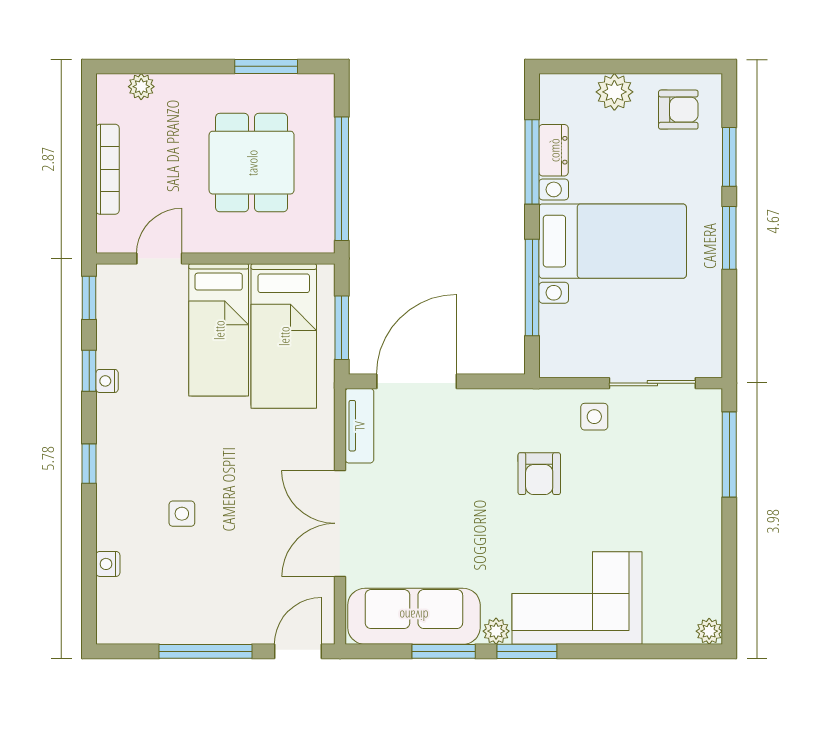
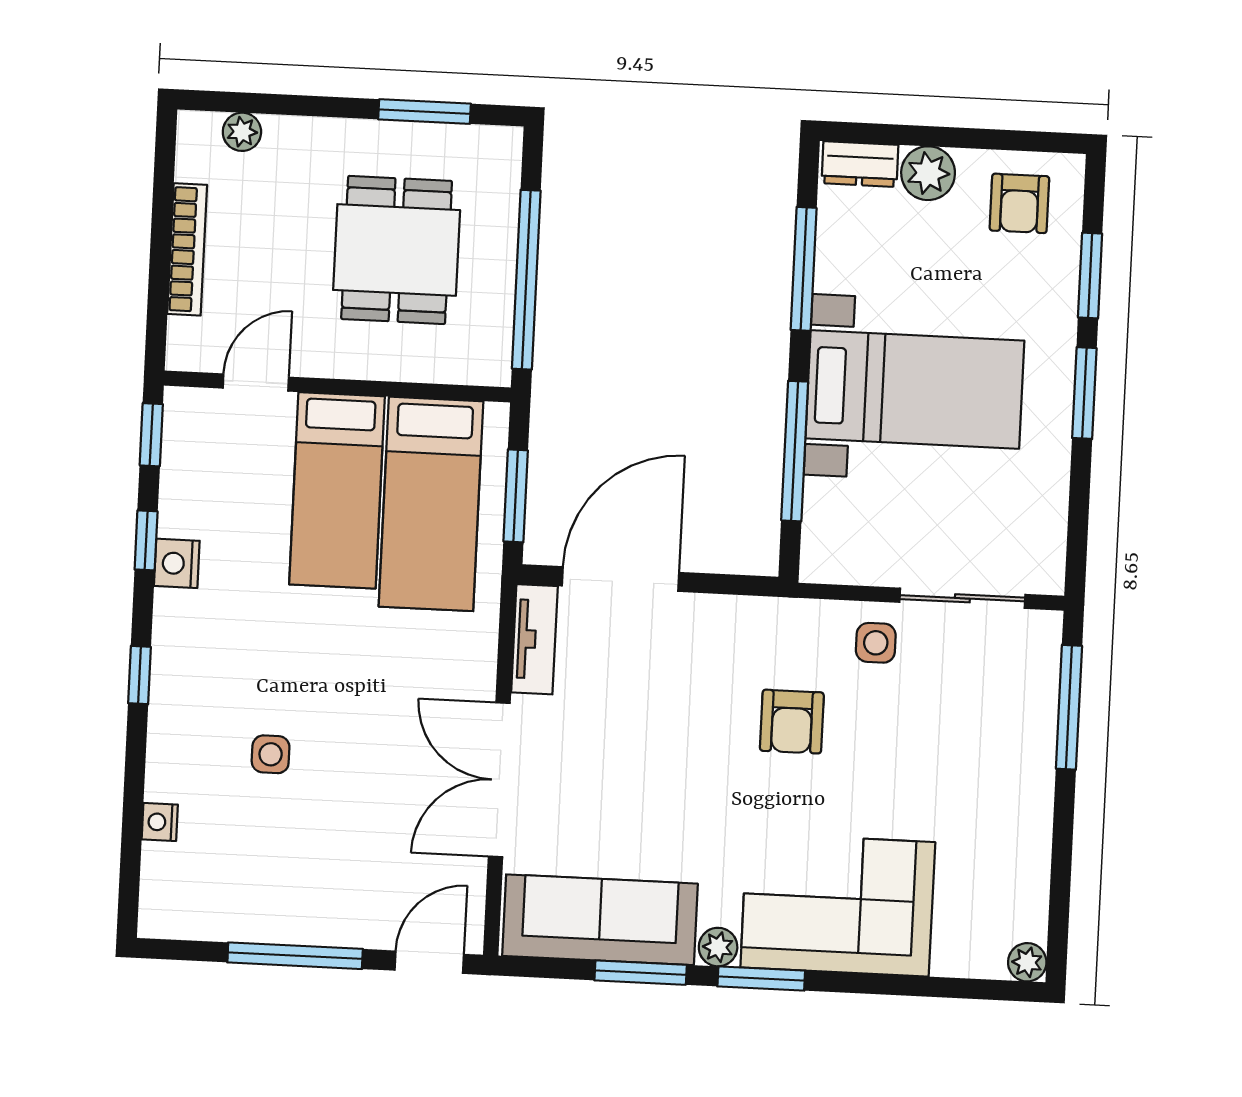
armchair: (678, 110) -> (1019, 203), turned 90
dresser: (554, 150) -> (860, 164), moved, turned 90
nightstand: (107, 381) -> (177, 563), width x1.39, depth x1.35

